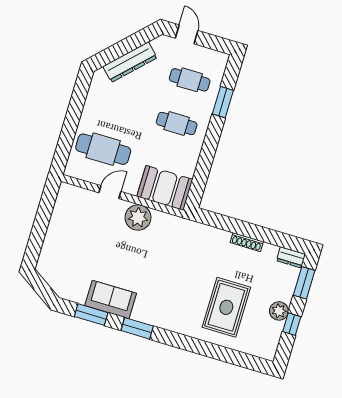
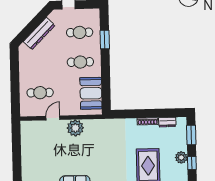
cafe table: (103, 149) -> (40, 93), width x0.73, depth x0.74
booth: (165, 188) -> (91, 93), moved, turned 90
dresser: (291, 257) -> (167, 122), moved

